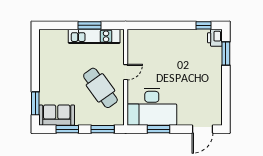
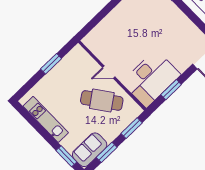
kitchen unit: (94, 36) -> (46, 119), moved, turned -90
door: (126, 72) -> (109, 72), swing flipped

